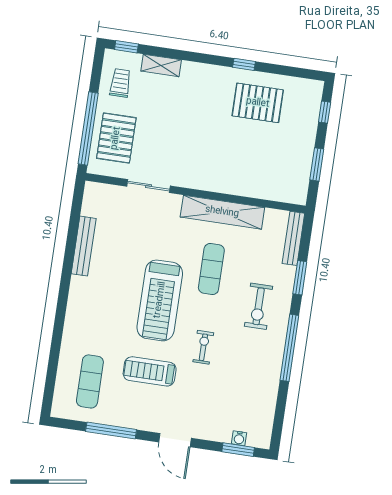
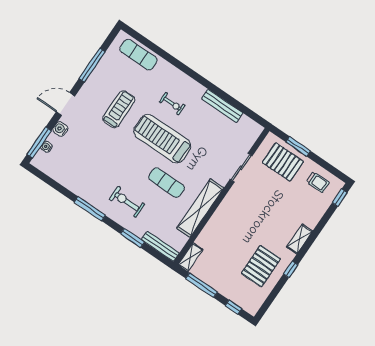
shelving: (161, 65) -> (300, 239), moved
window: (88, 128) -> (298, 146), width x0.47
window: (317, 164) -> (202, 285), width x1.44
shelving: (289, 195) -> (190, 257), added
exercise bike: (203, 347) -> (172, 104), moved
window: (289, 348) -> (90, 209), width x0.68
exercise mat: (90, 381) -> (138, 55), moved
water cooler: (209, 432) -> (60, 129), added
window: (238, 450) -> (39, 143), width x1.44

